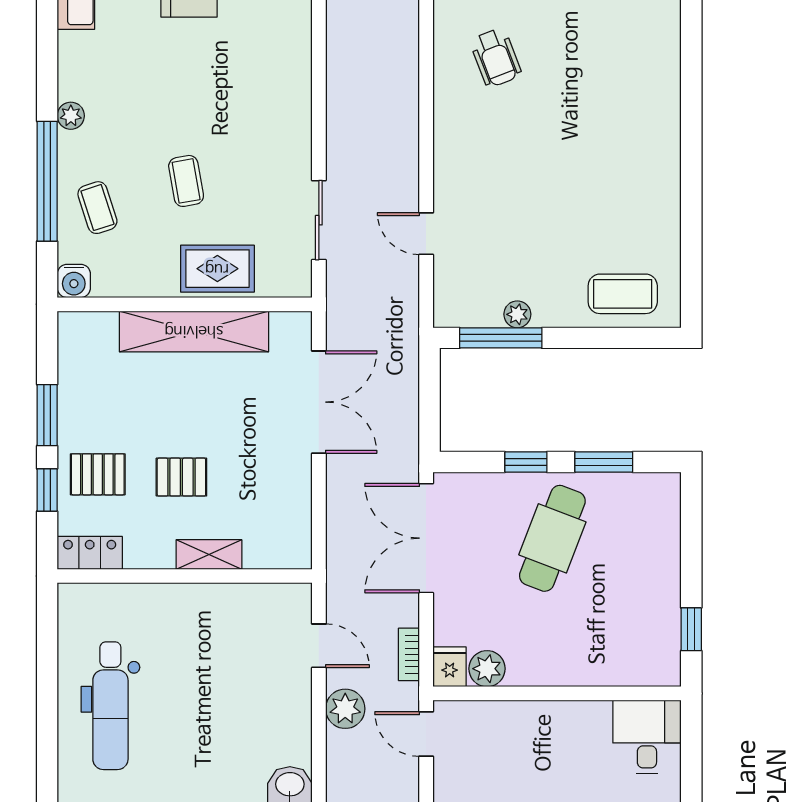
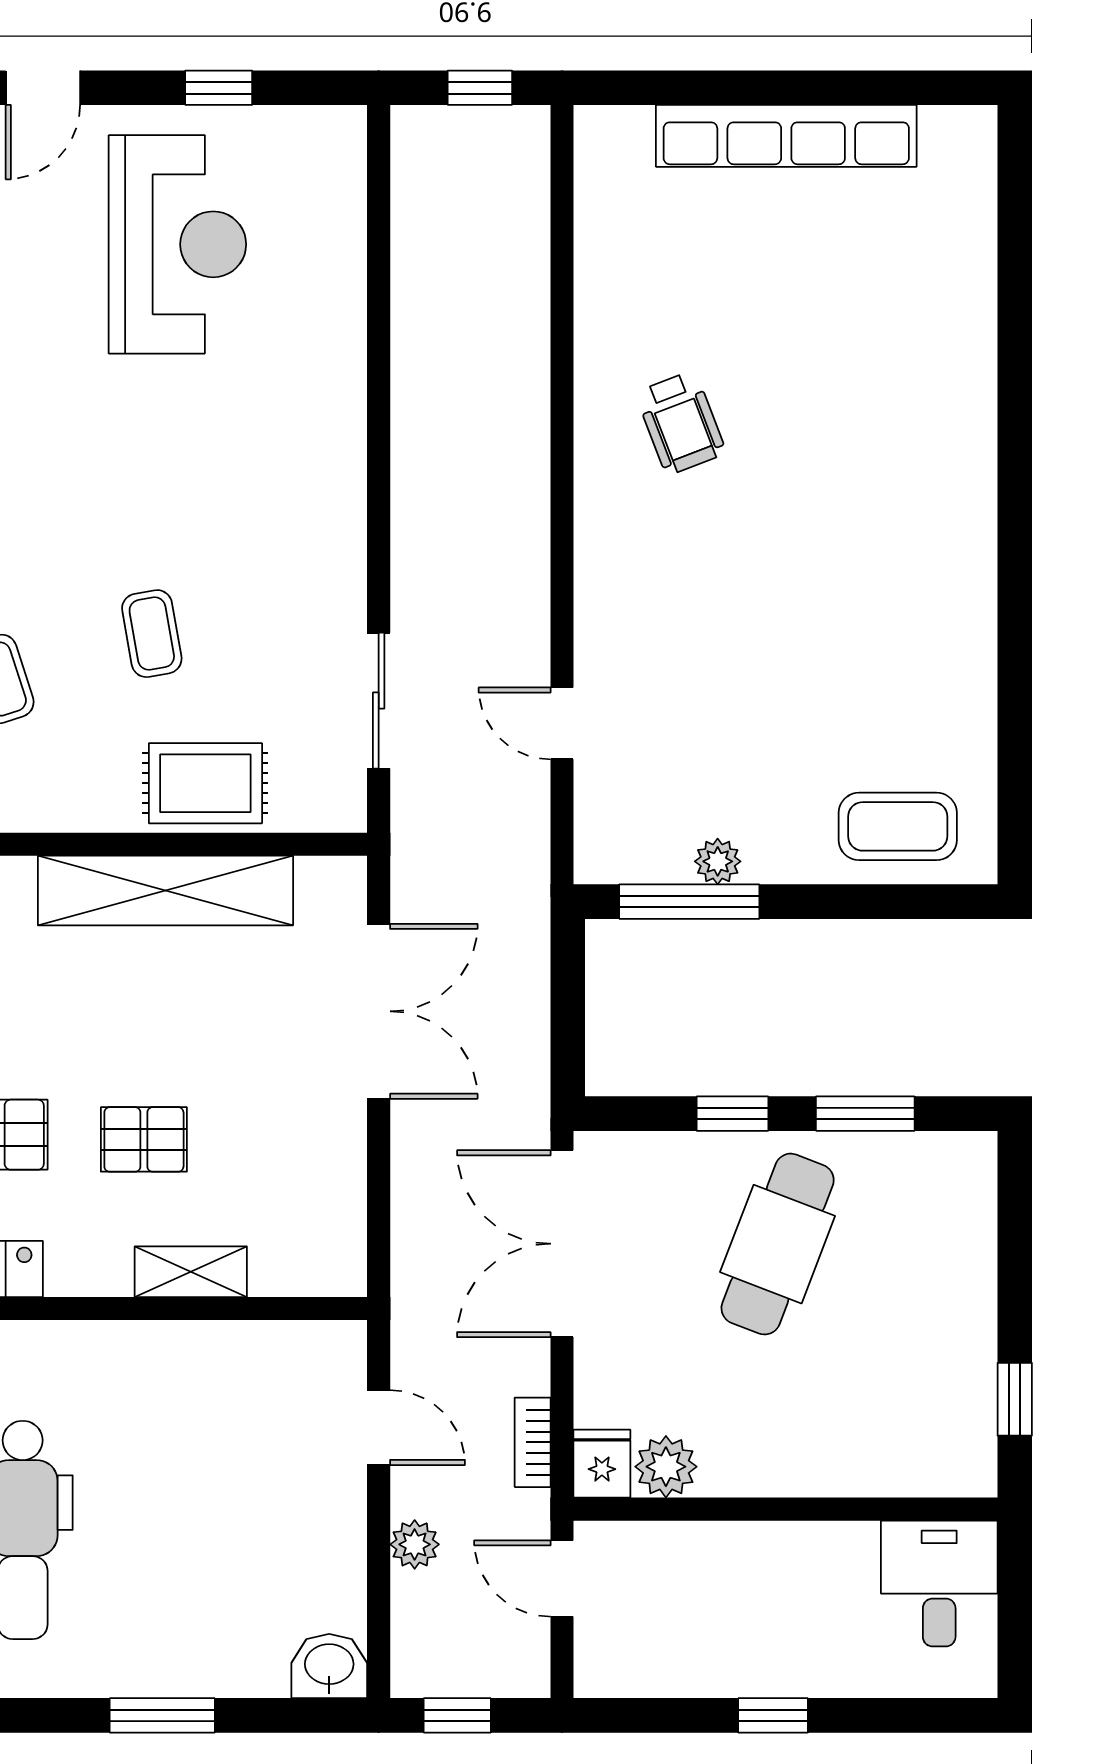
plant: (345, 709) -> (415, 1544), width x0.73, depth x0.73

